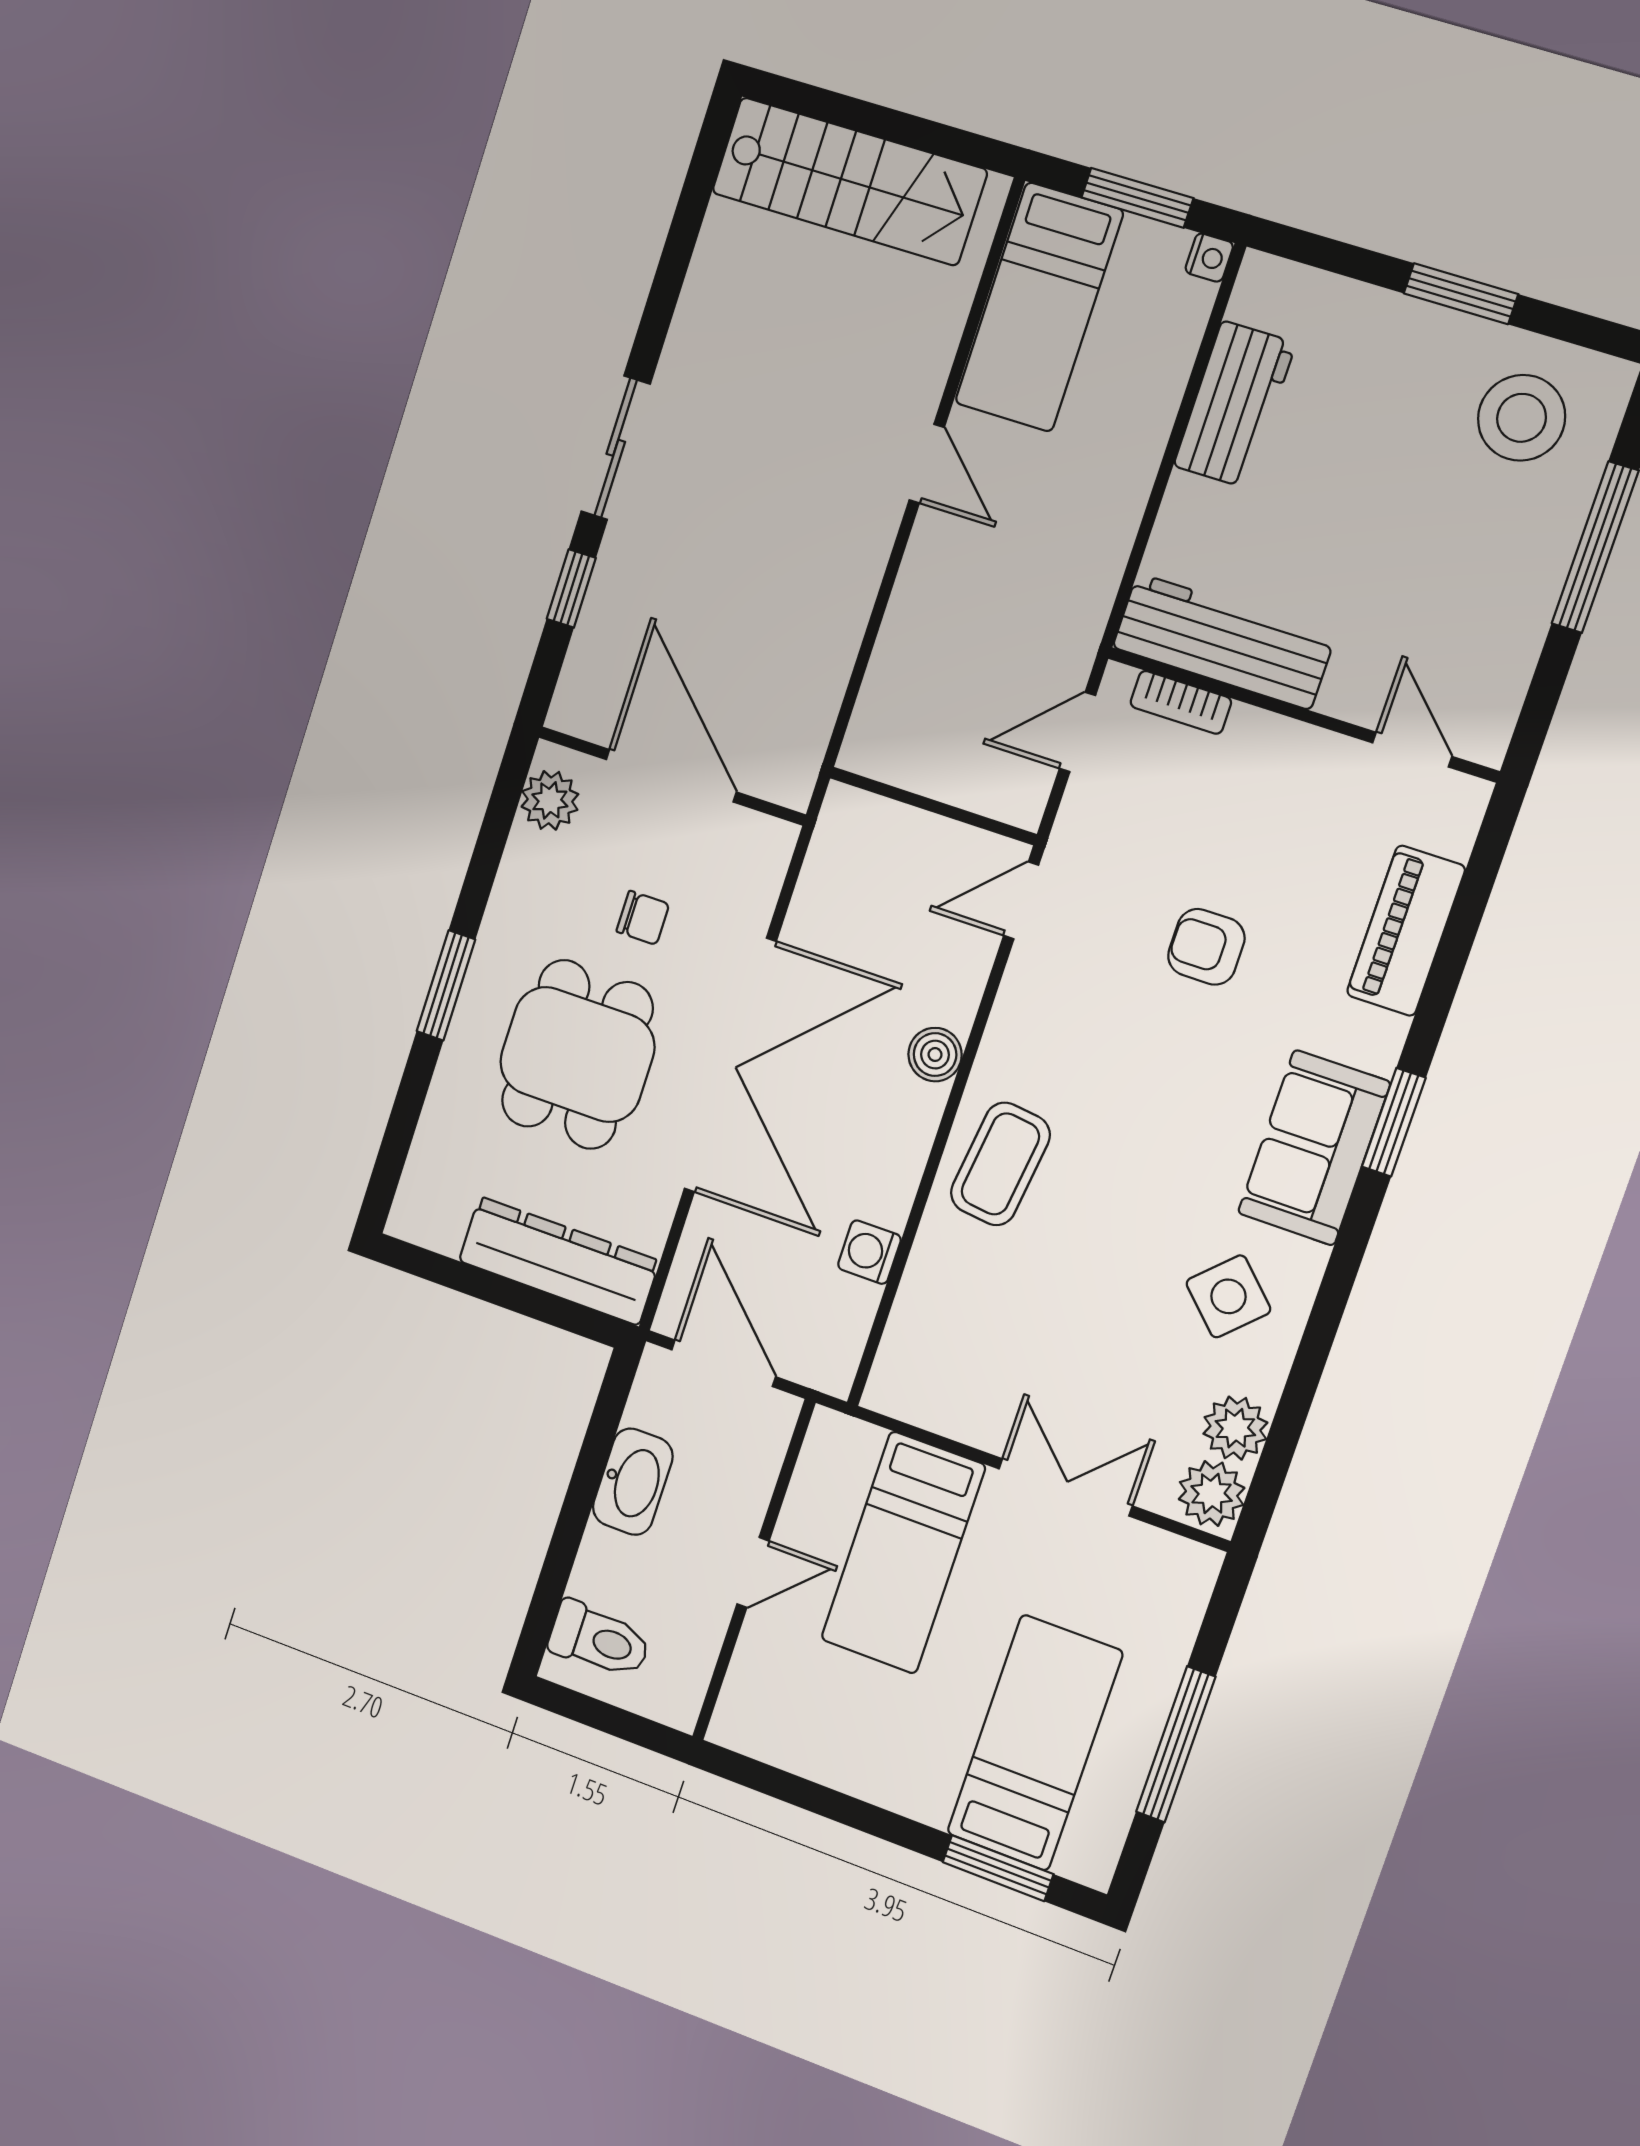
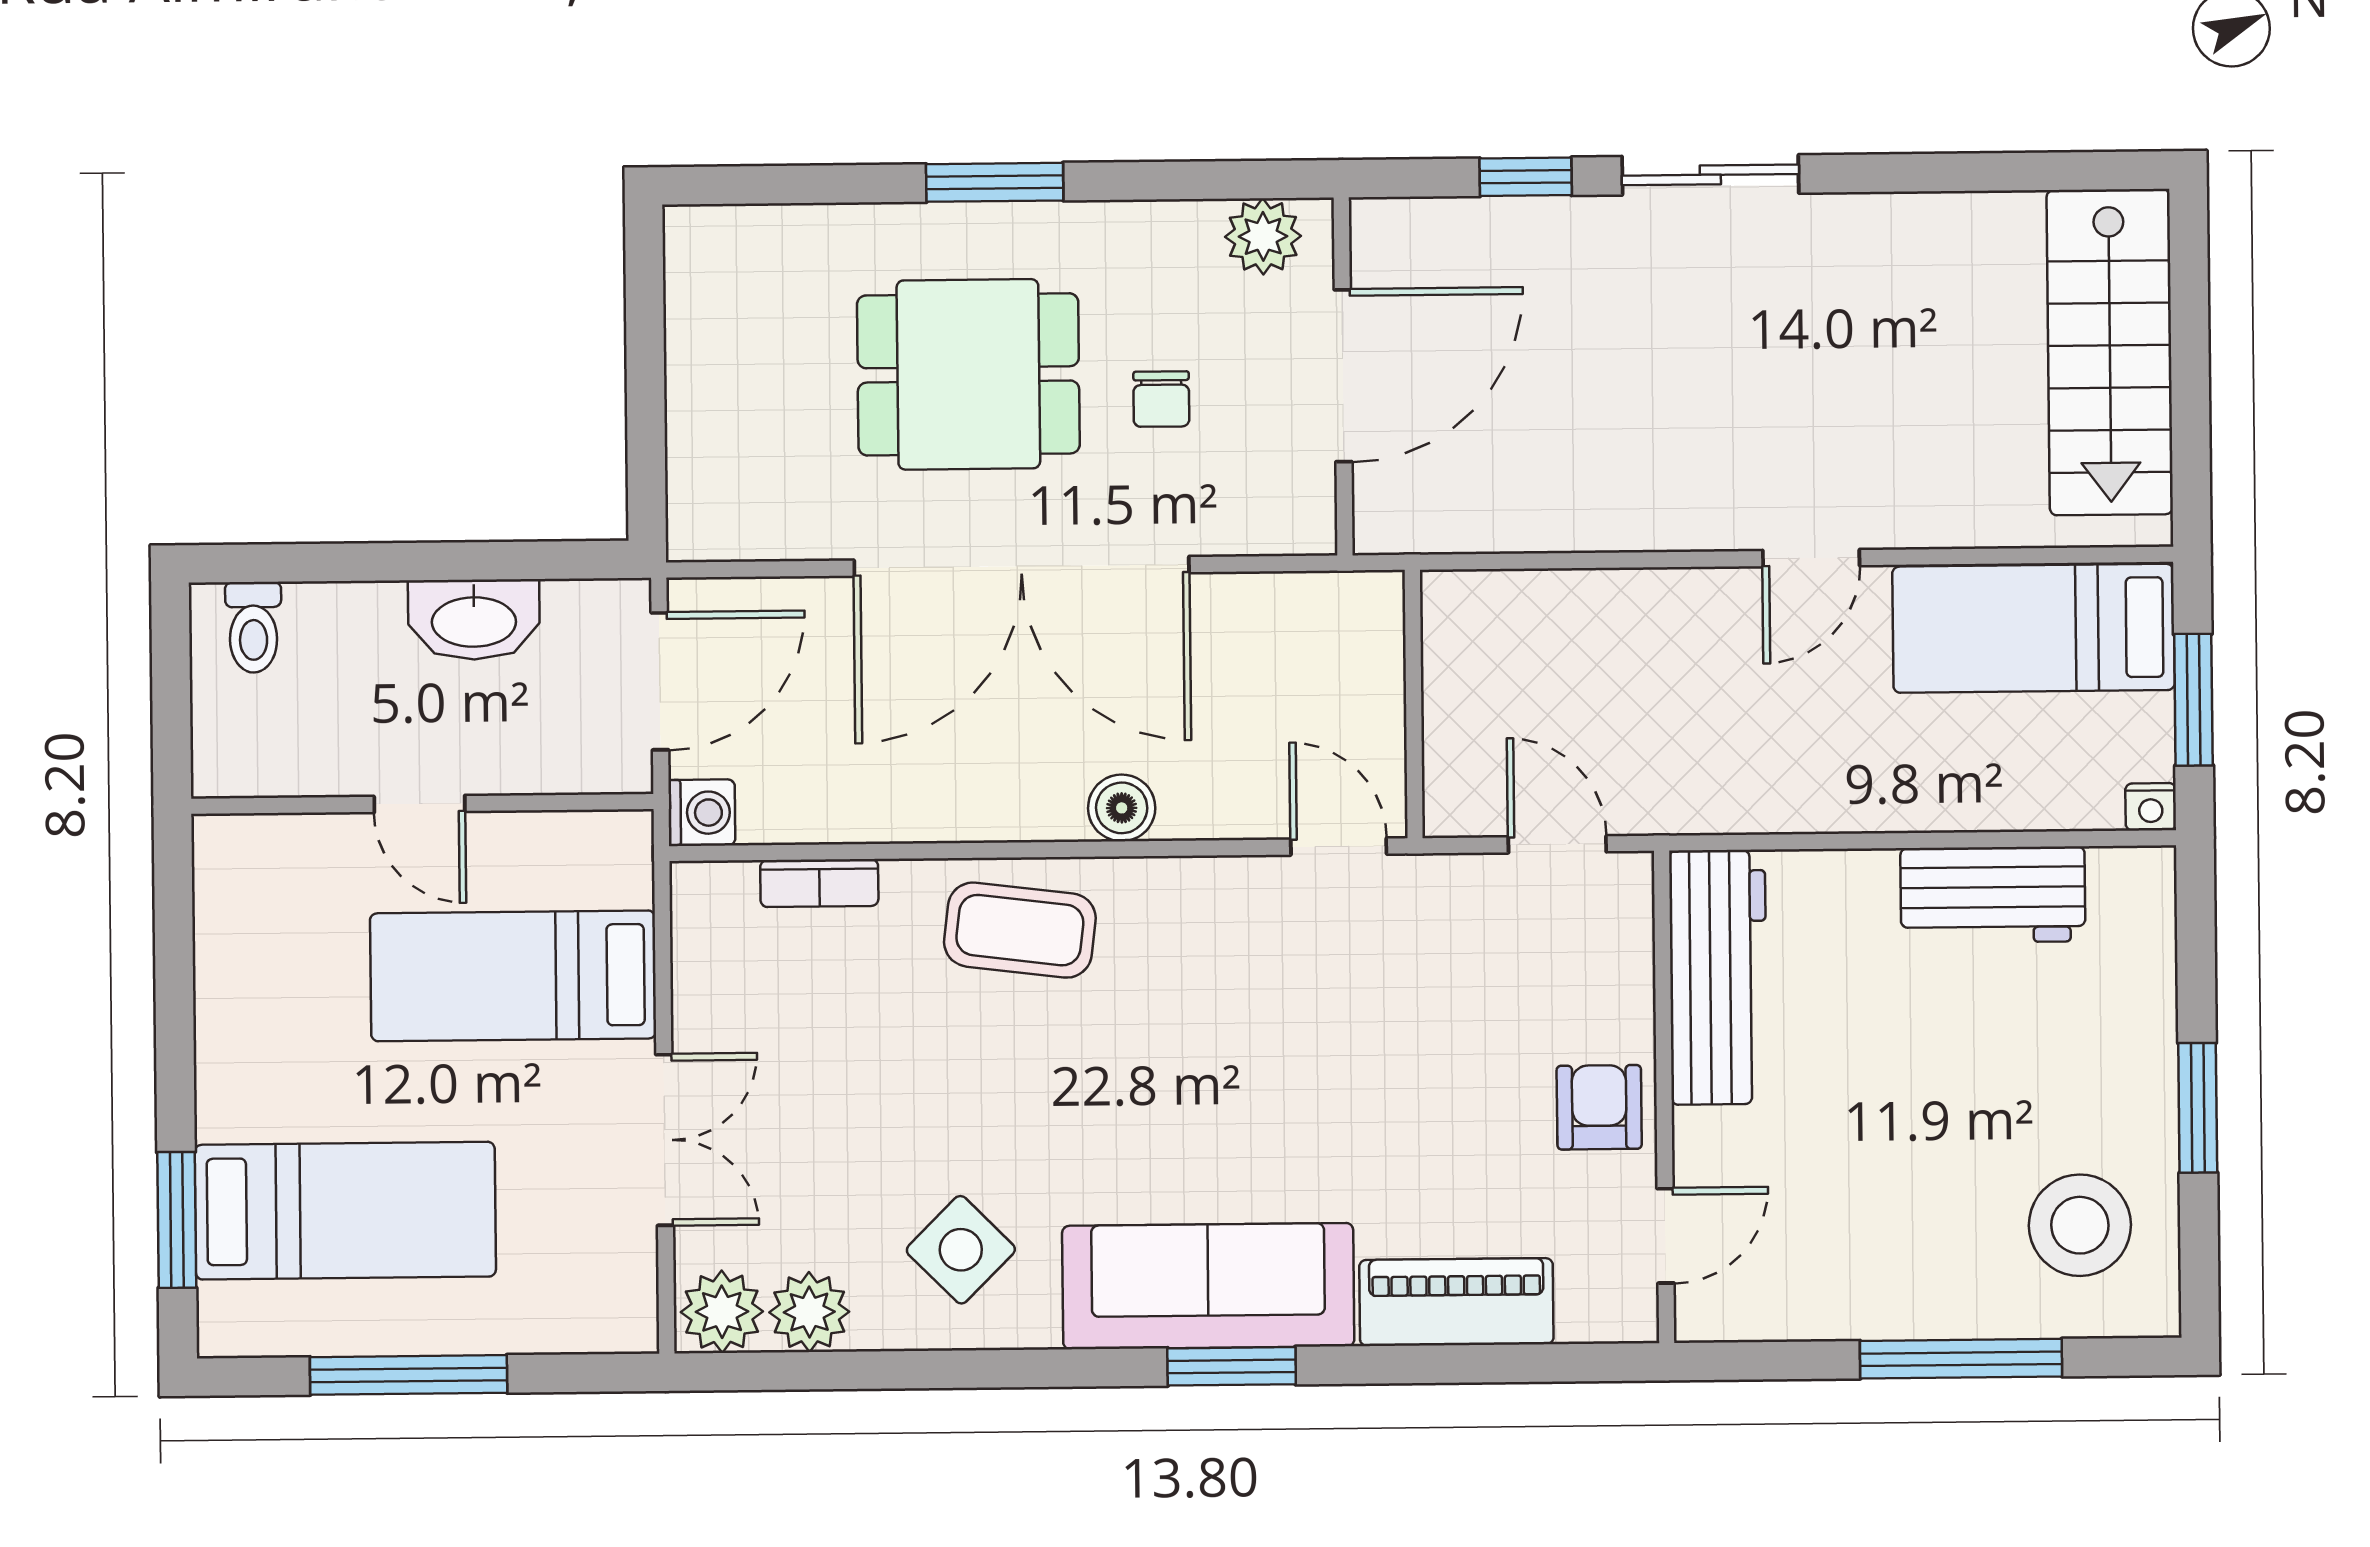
bookcase: (1181, 702) -> (819, 883), moved, turned -90
armchair: (1206, 947) -> (1599, 1107), moved
sofa: (1314, 1148) -> (1208, 1286), width x1.36
washing machine: (869, 1252) -> (702, 813), moved, turned 90
dresser: (559, 1261) -> (709, 437), removed
toilet: (599, 1640) -> (253, 627), width x0.73, depth x0.72

